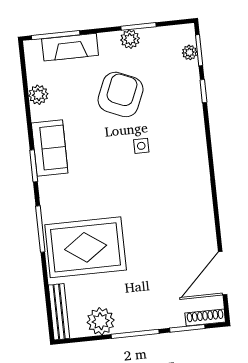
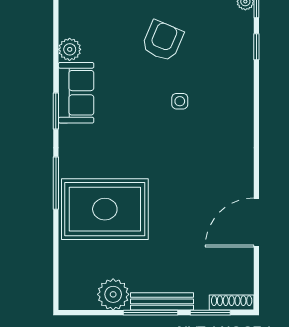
armchair: (121, 94) -> (162, 41), width x0.73, depth x0.73
plant: (38, 95) -> (70, 49), moved
door: (223, 273) -> (256, 223), moved
bench: (59, 312) -> (162, 301), moved, turned 90

